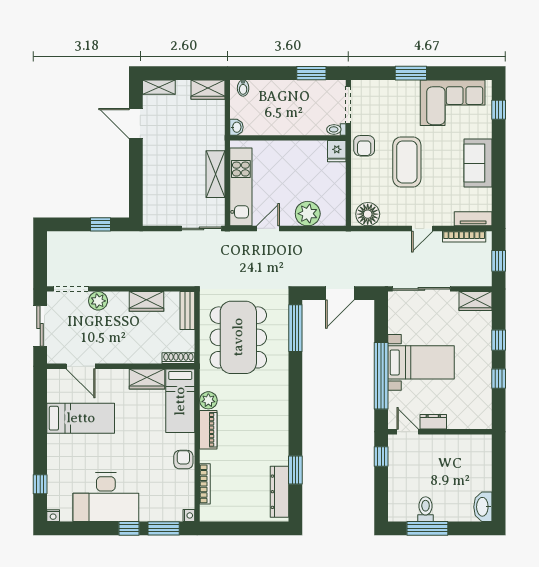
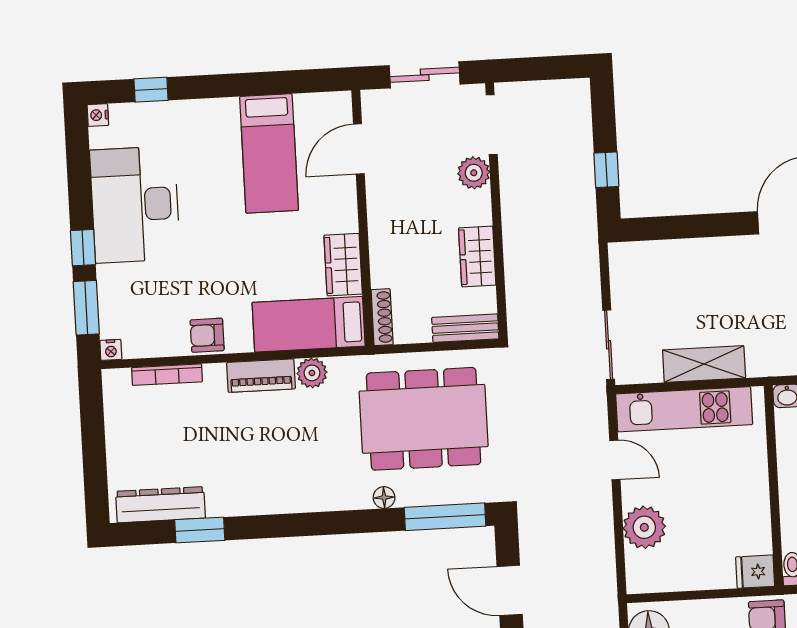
floor lamp: (282, 363) -> (384, 498), added
armchair: (183, 460) -> (207, 335), turned 180

